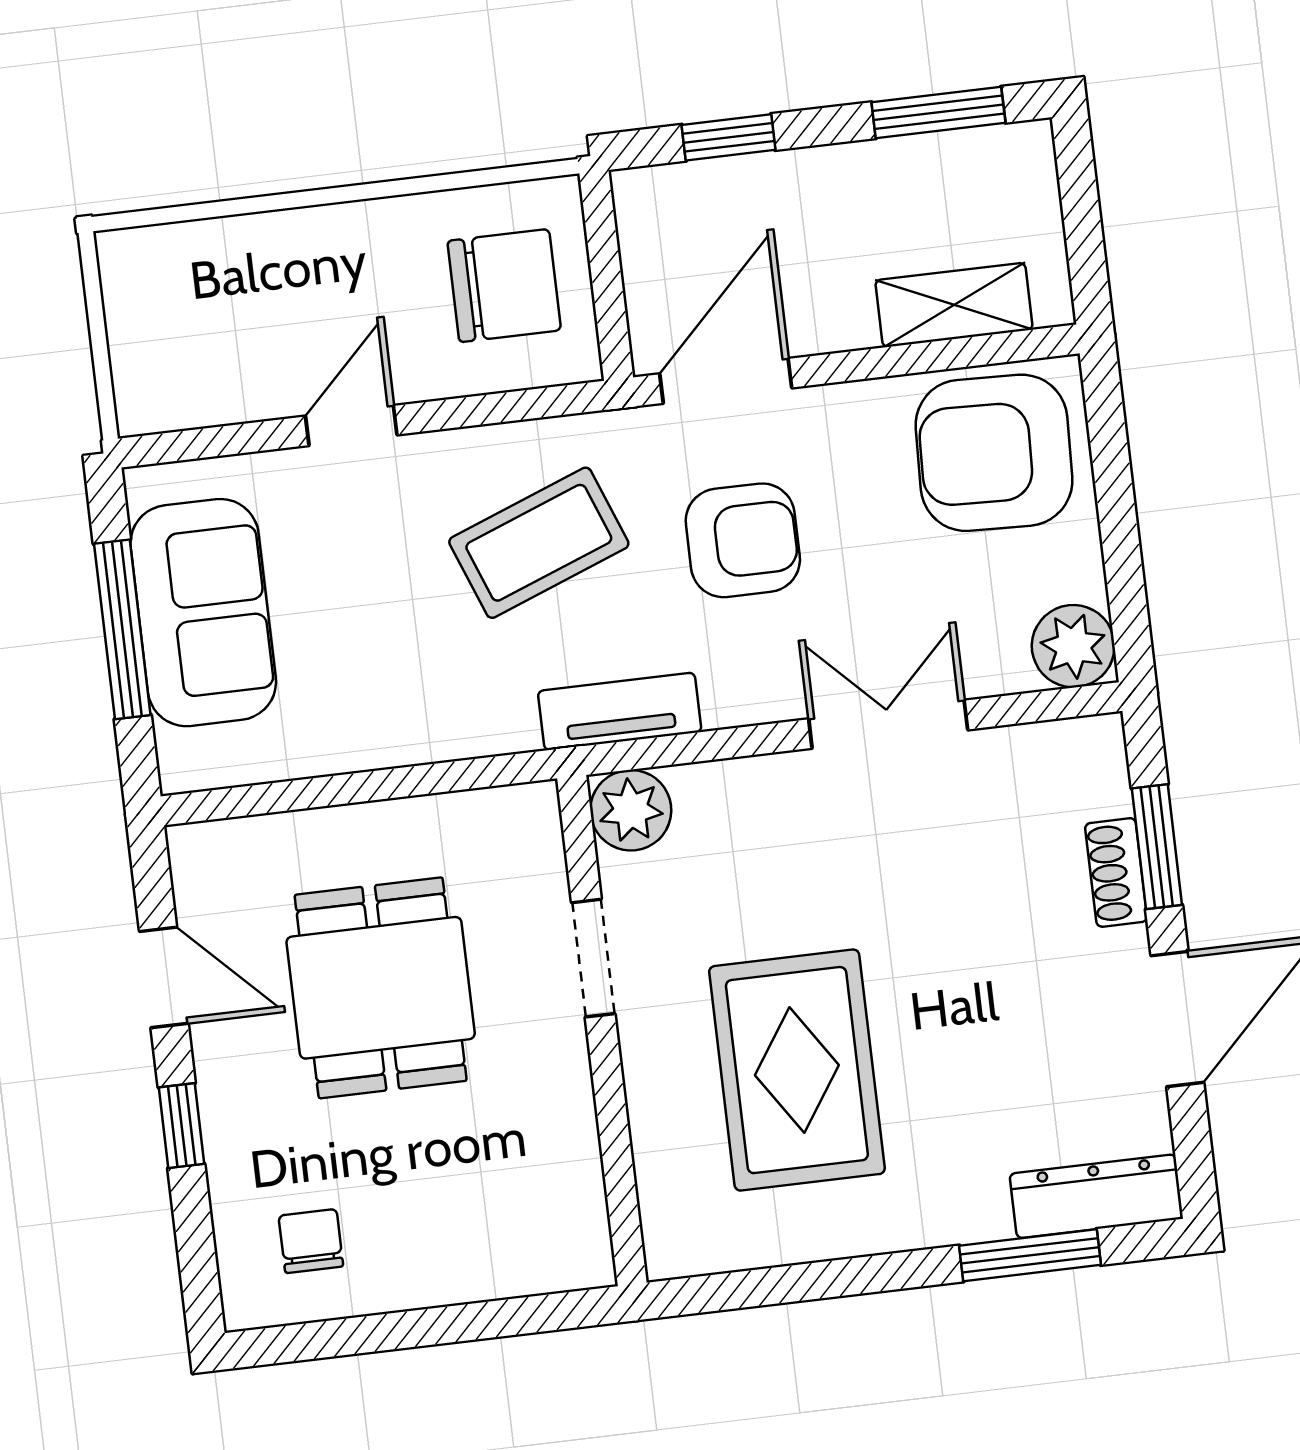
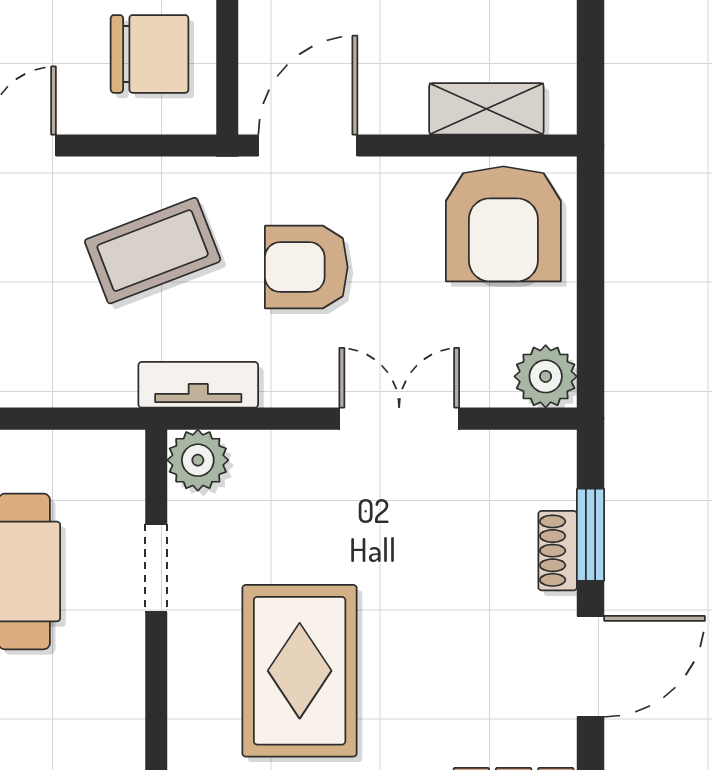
armchair: (994, 453) -> (503, 224), turned -92
armchair: (743, 540) -> (306, 267), turned 180

